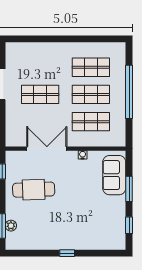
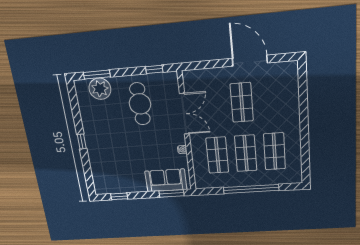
window: (129, 189) -> (171, 193), moved
plant: (11, 226) -> (100, 89), width x1.87, depth x1.87

